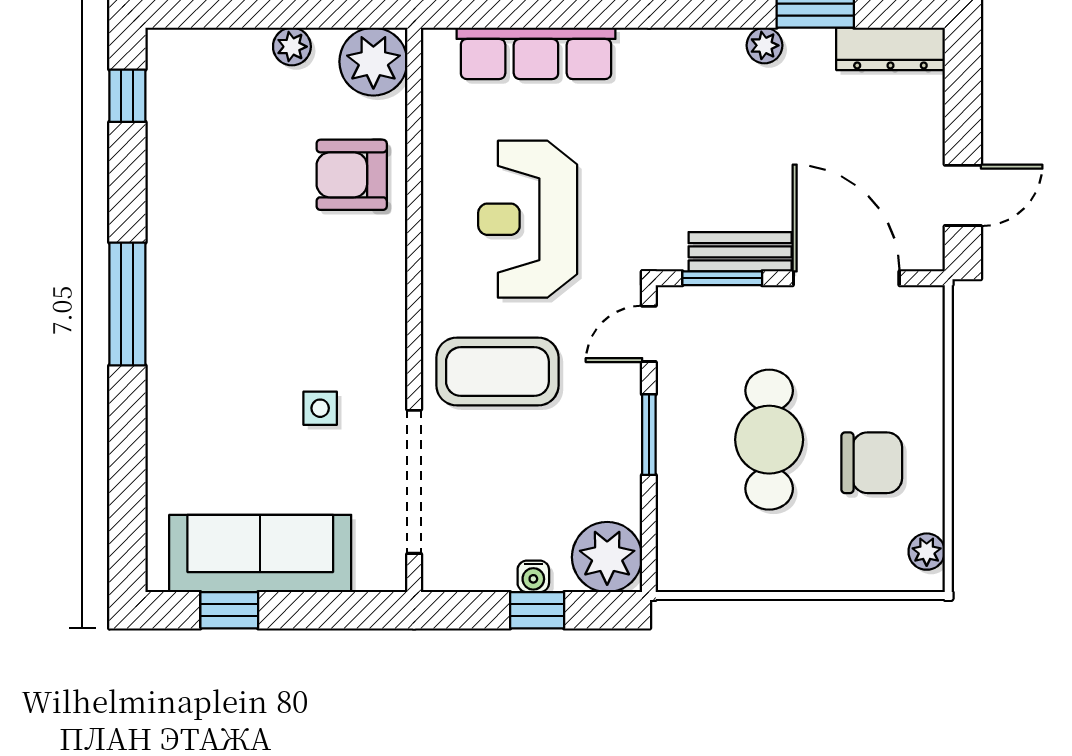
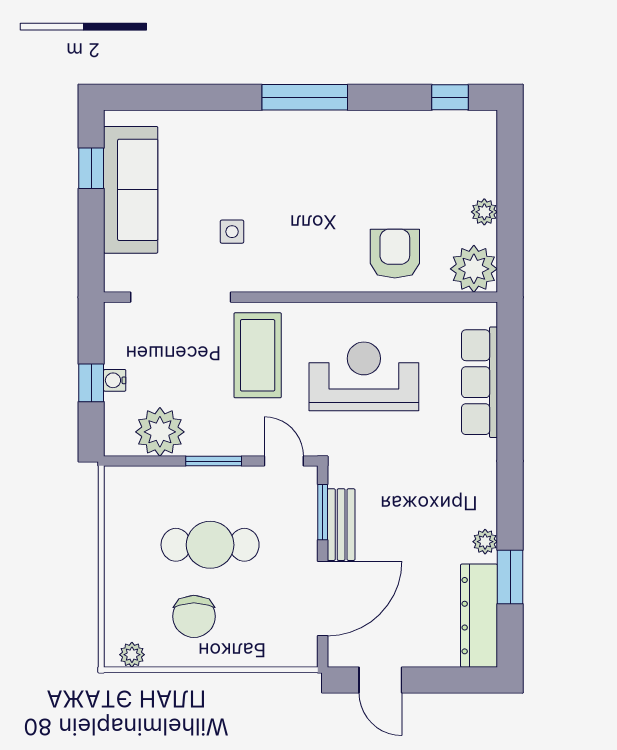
dresser: (890, 49) -> (479, 616), width x1.37, depth x1.24
plant: (607, 557) -> (160, 432), moved

